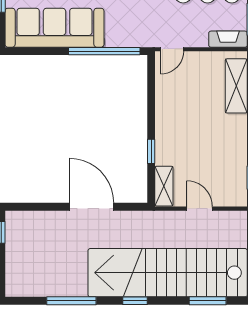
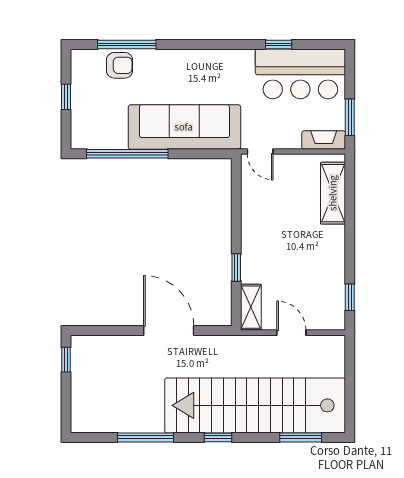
sofa: (54, 28) -> (184, 127), moved
door: (172, 49) -> (260, 151), hinge flipped
window: (104, 51) -> (127, 154), moved

